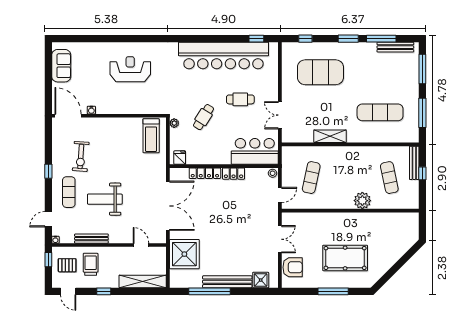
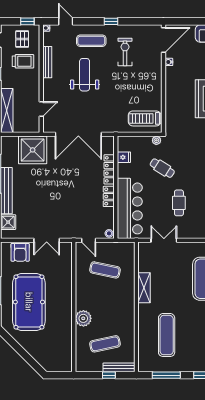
bar counter: (255, 151) -> (130, 208), width x1.36
exercise bike: (81, 156) -> (125, 52), turned 86
fridge: (180, 158) -> (124, 157), moved
pool table: (345, 258) -> (29, 302), width x1.36, depth x1.32

